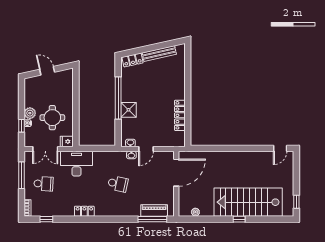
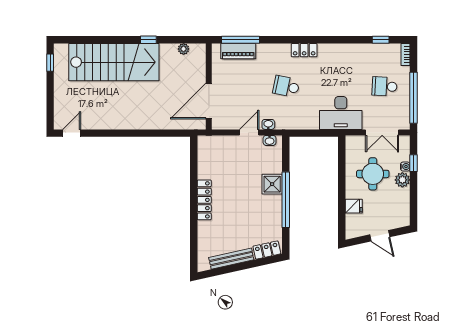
locker: (180, 115) -> (204, 200), moved
fridge: (67, 142) -> (354, 206), moved
double door: (45, 149) -> (382, 132), swing flipped
window: (22, 175) -> (414, 98), width x1.46
locker: (84, 211) -> (304, 50), moved
window: (239, 219) -> (148, 40), moved

